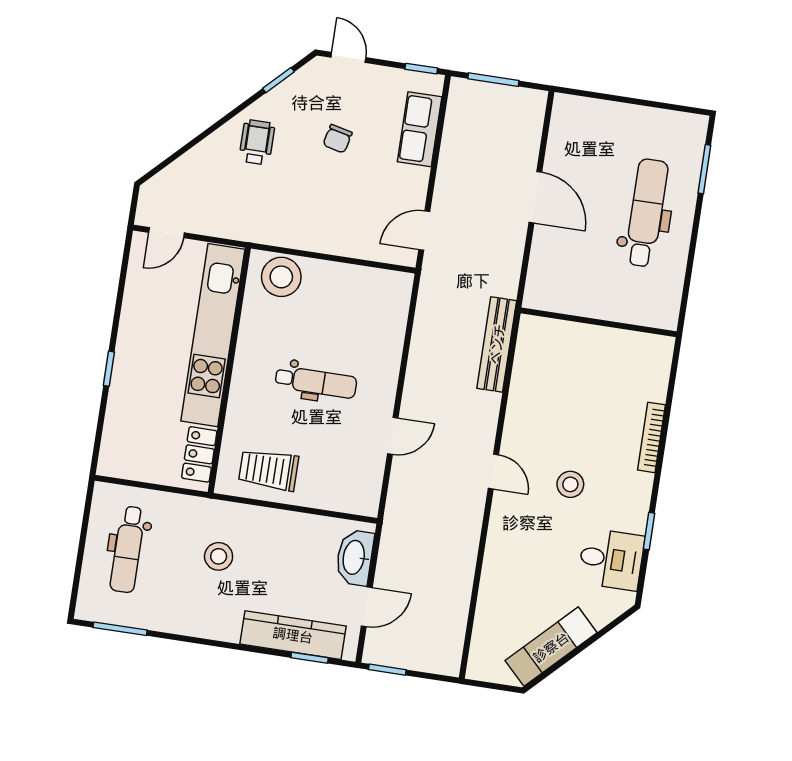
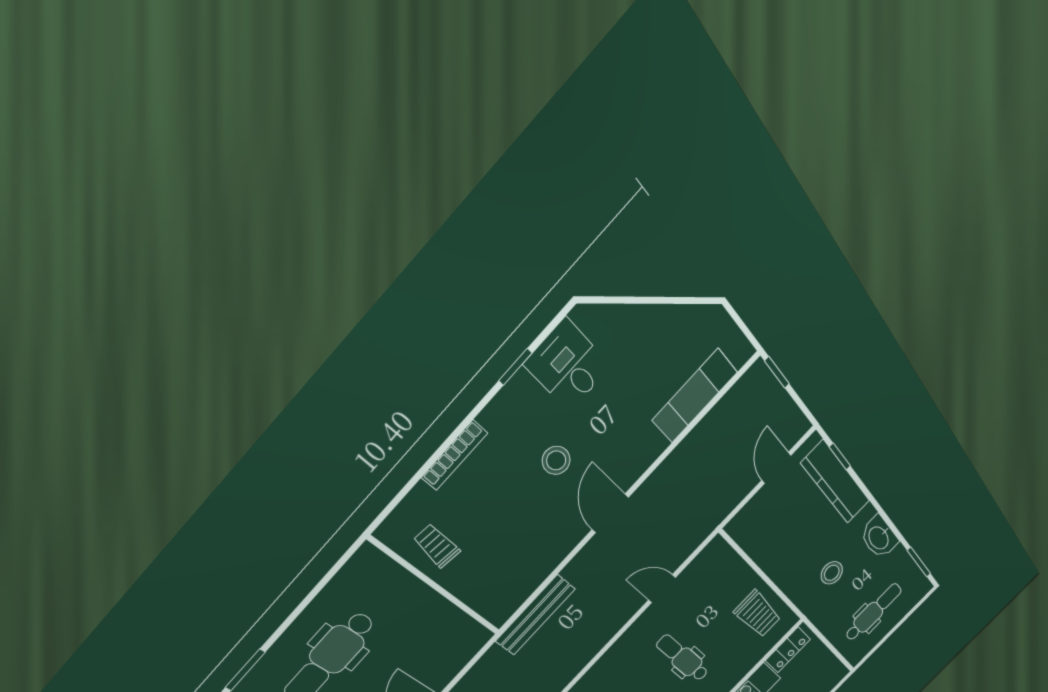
trolley: (620, 358) -> (437, 546), added
door: (493, 471) -> (610, 513), width x1.38
washbasin: (355, 558) -> (879, 537), moved, turned 90
door: (367, 607) -> (776, 468), hinge flipped
exam couch: (551, 647) -> (695, 396), moved, turned 135
window: (387, 670) -> (777, 372), moved

